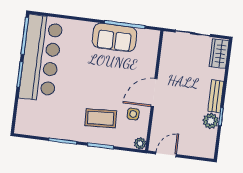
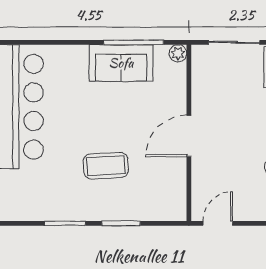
side table: (133, 114) -> (163, 171), removed
coffee table: (101, 118) -> (106, 166), moved
plant: (140, 143) -> (178, 53), moved

